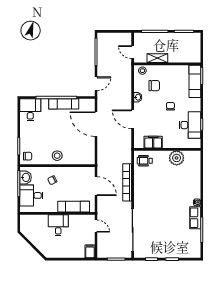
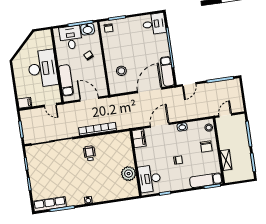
shelving: (157, 58) -> (226, 160), moved
door: (96, 84) -> (189, 84), hinge flipped
chair: (154, 86) -> (206, 146), moved
exam couch: (64, 104) -> (167, 71), moved
desk: (190, 125) -> (150, 179), moved, turned 90
filing cabinet: (153, 142) -> (139, 138), moved
stool: (57, 156) -> (121, 71), moved
wheelchair: (145, 161) -> (90, 153), moved
door: (96, 186) -> (89, 99), swing flipped
row of seats: (195, 218) -> (50, 204), moved, width x1.48
desk: (58, 225) -> (43, 68), width x1.87, depth x1.30
door: (96, 226) -> (50, 105), hinge flipped

